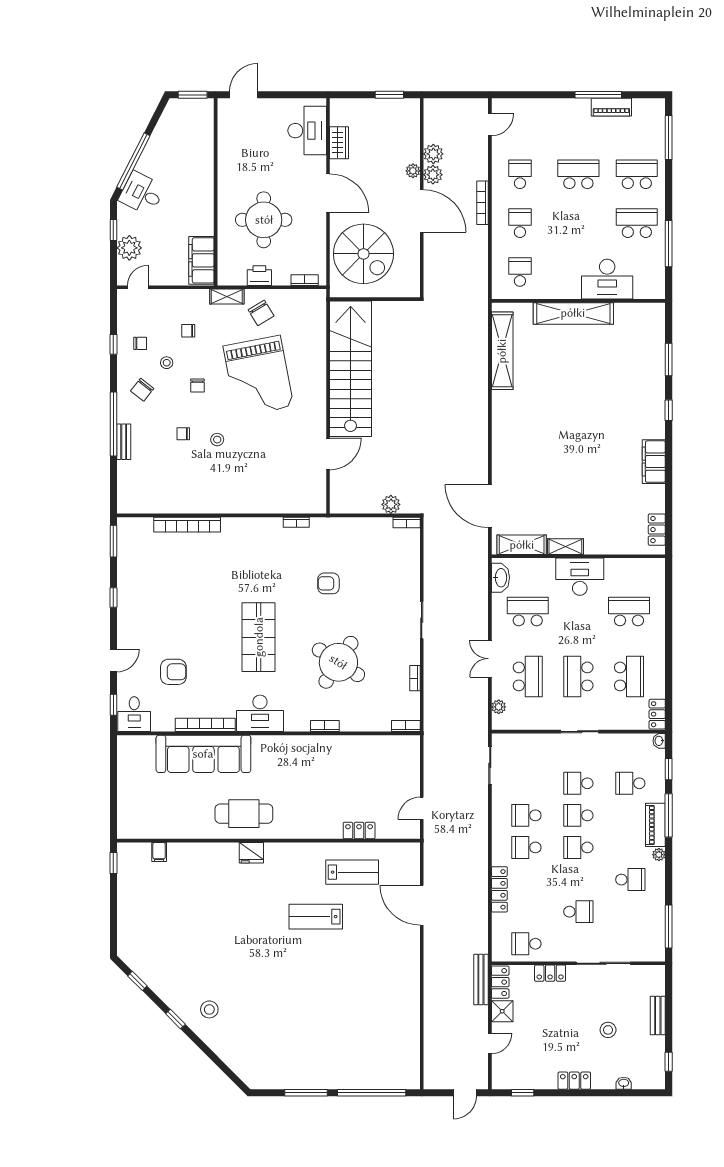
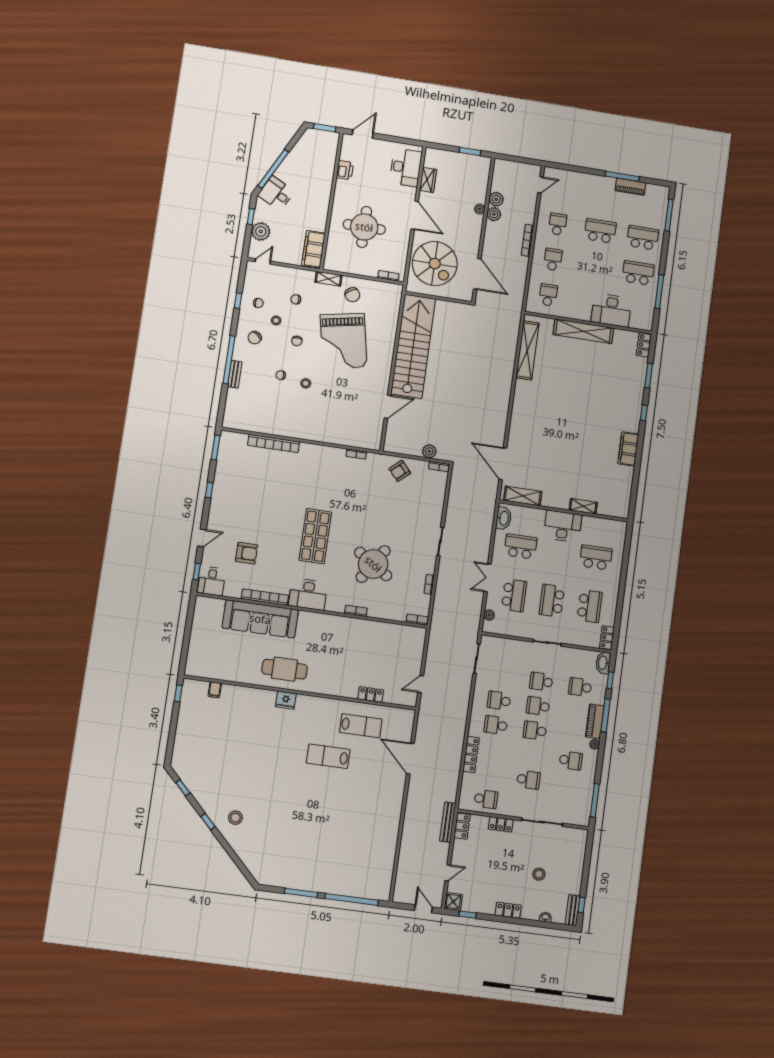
door: (422, 211) -> (477, 274), moved
printer: (259, 276) -> (345, 170), moved, turned 90
locker: (657, 530) -> (644, 345), moved
shelving: (565, 547) -> (583, 506), moved
armchair: (328, 583) -> (400, 471), moved, turned -42
washbasin: (659, 741) -> (603, 663), width x1.91, depth x1.45
school desk: (526, 944) -> (486, 799), turned 180
shower: (502, 1011) -> (453, 902), moved
bench: (658, 1016) -> (573, 910), moved
door: (465, 1093) -> (423, 909), swing flipped

